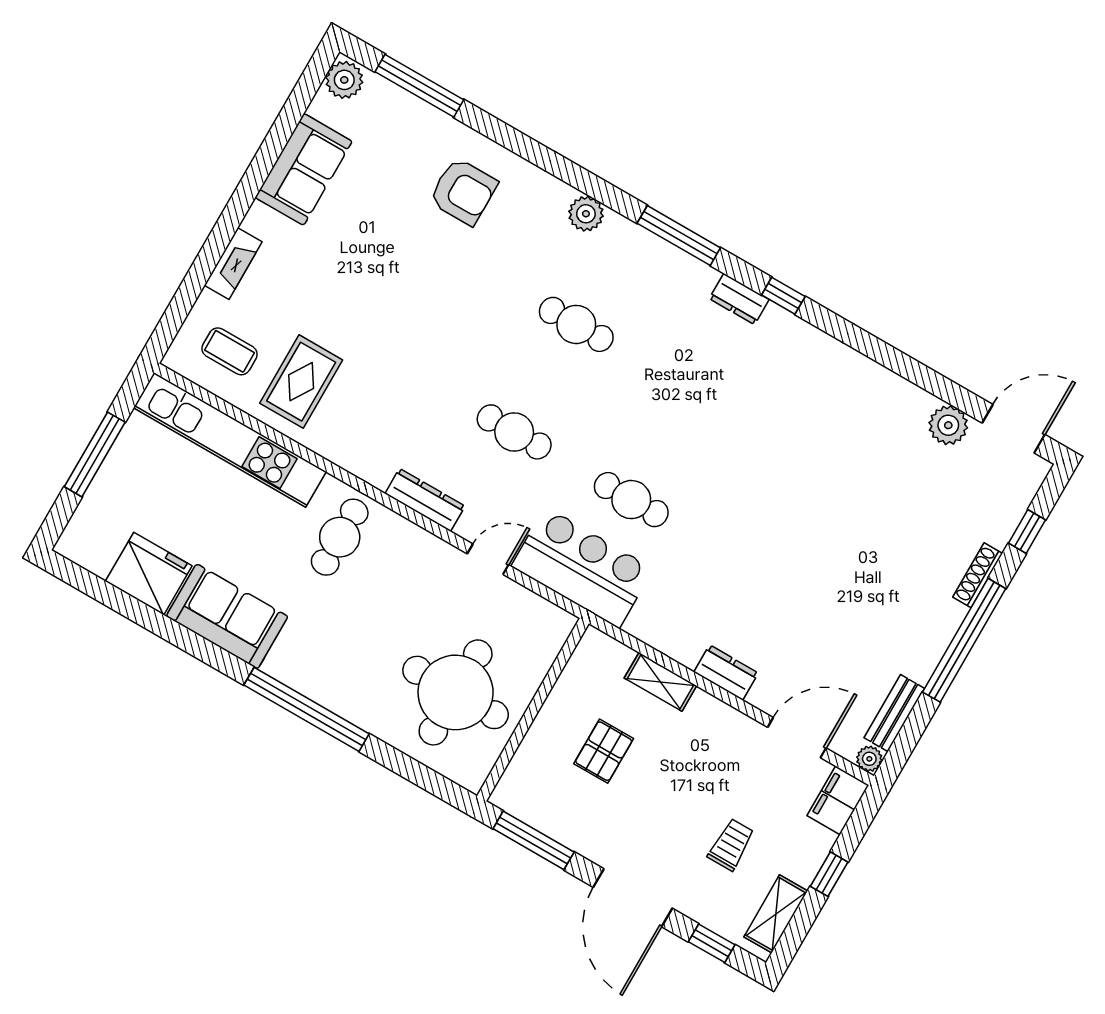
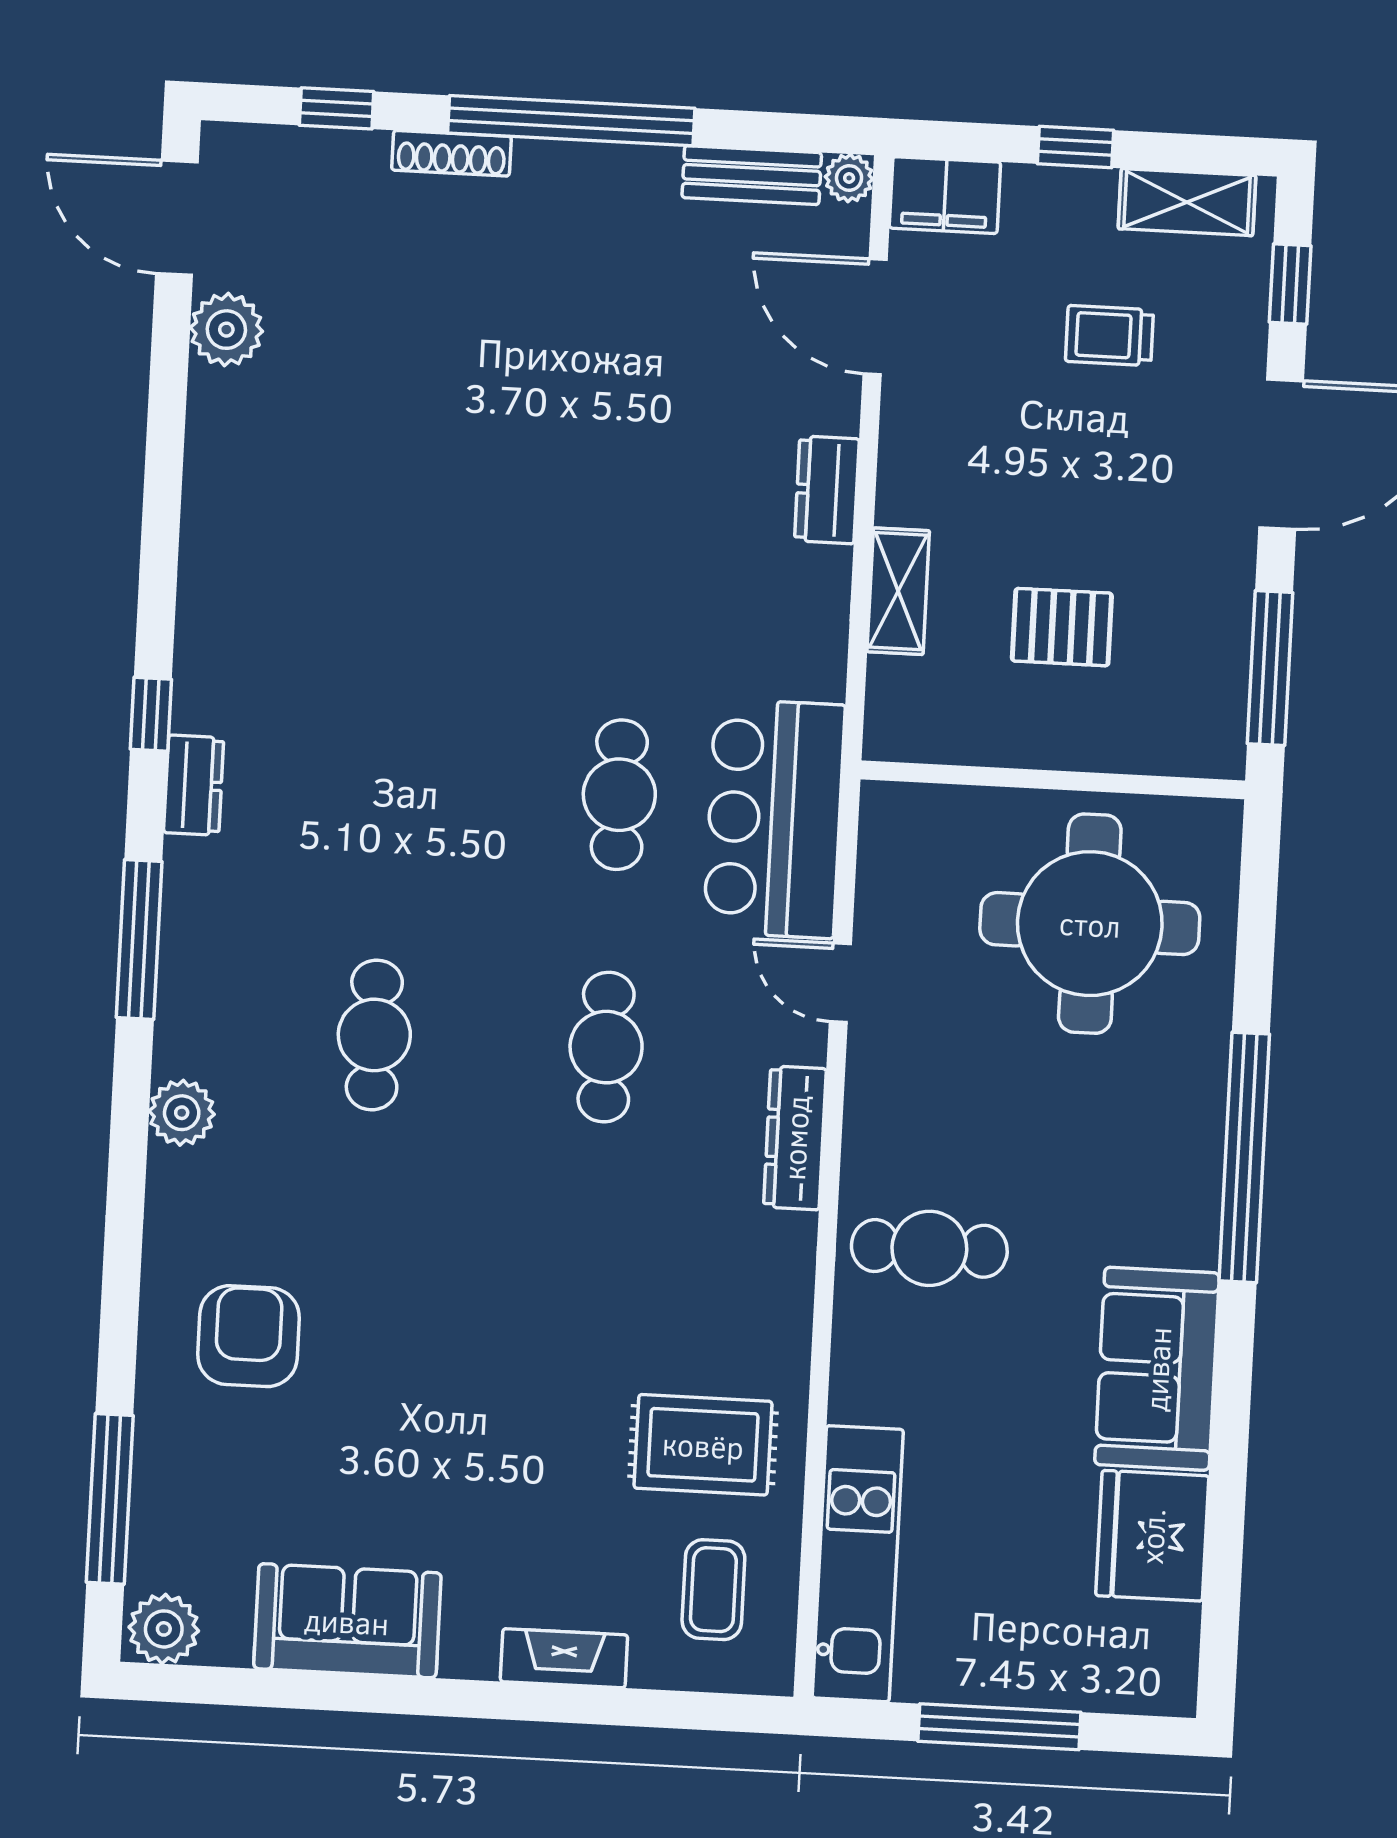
kitchen unit: (230, 440) -> (858, 1564), width x0.73

